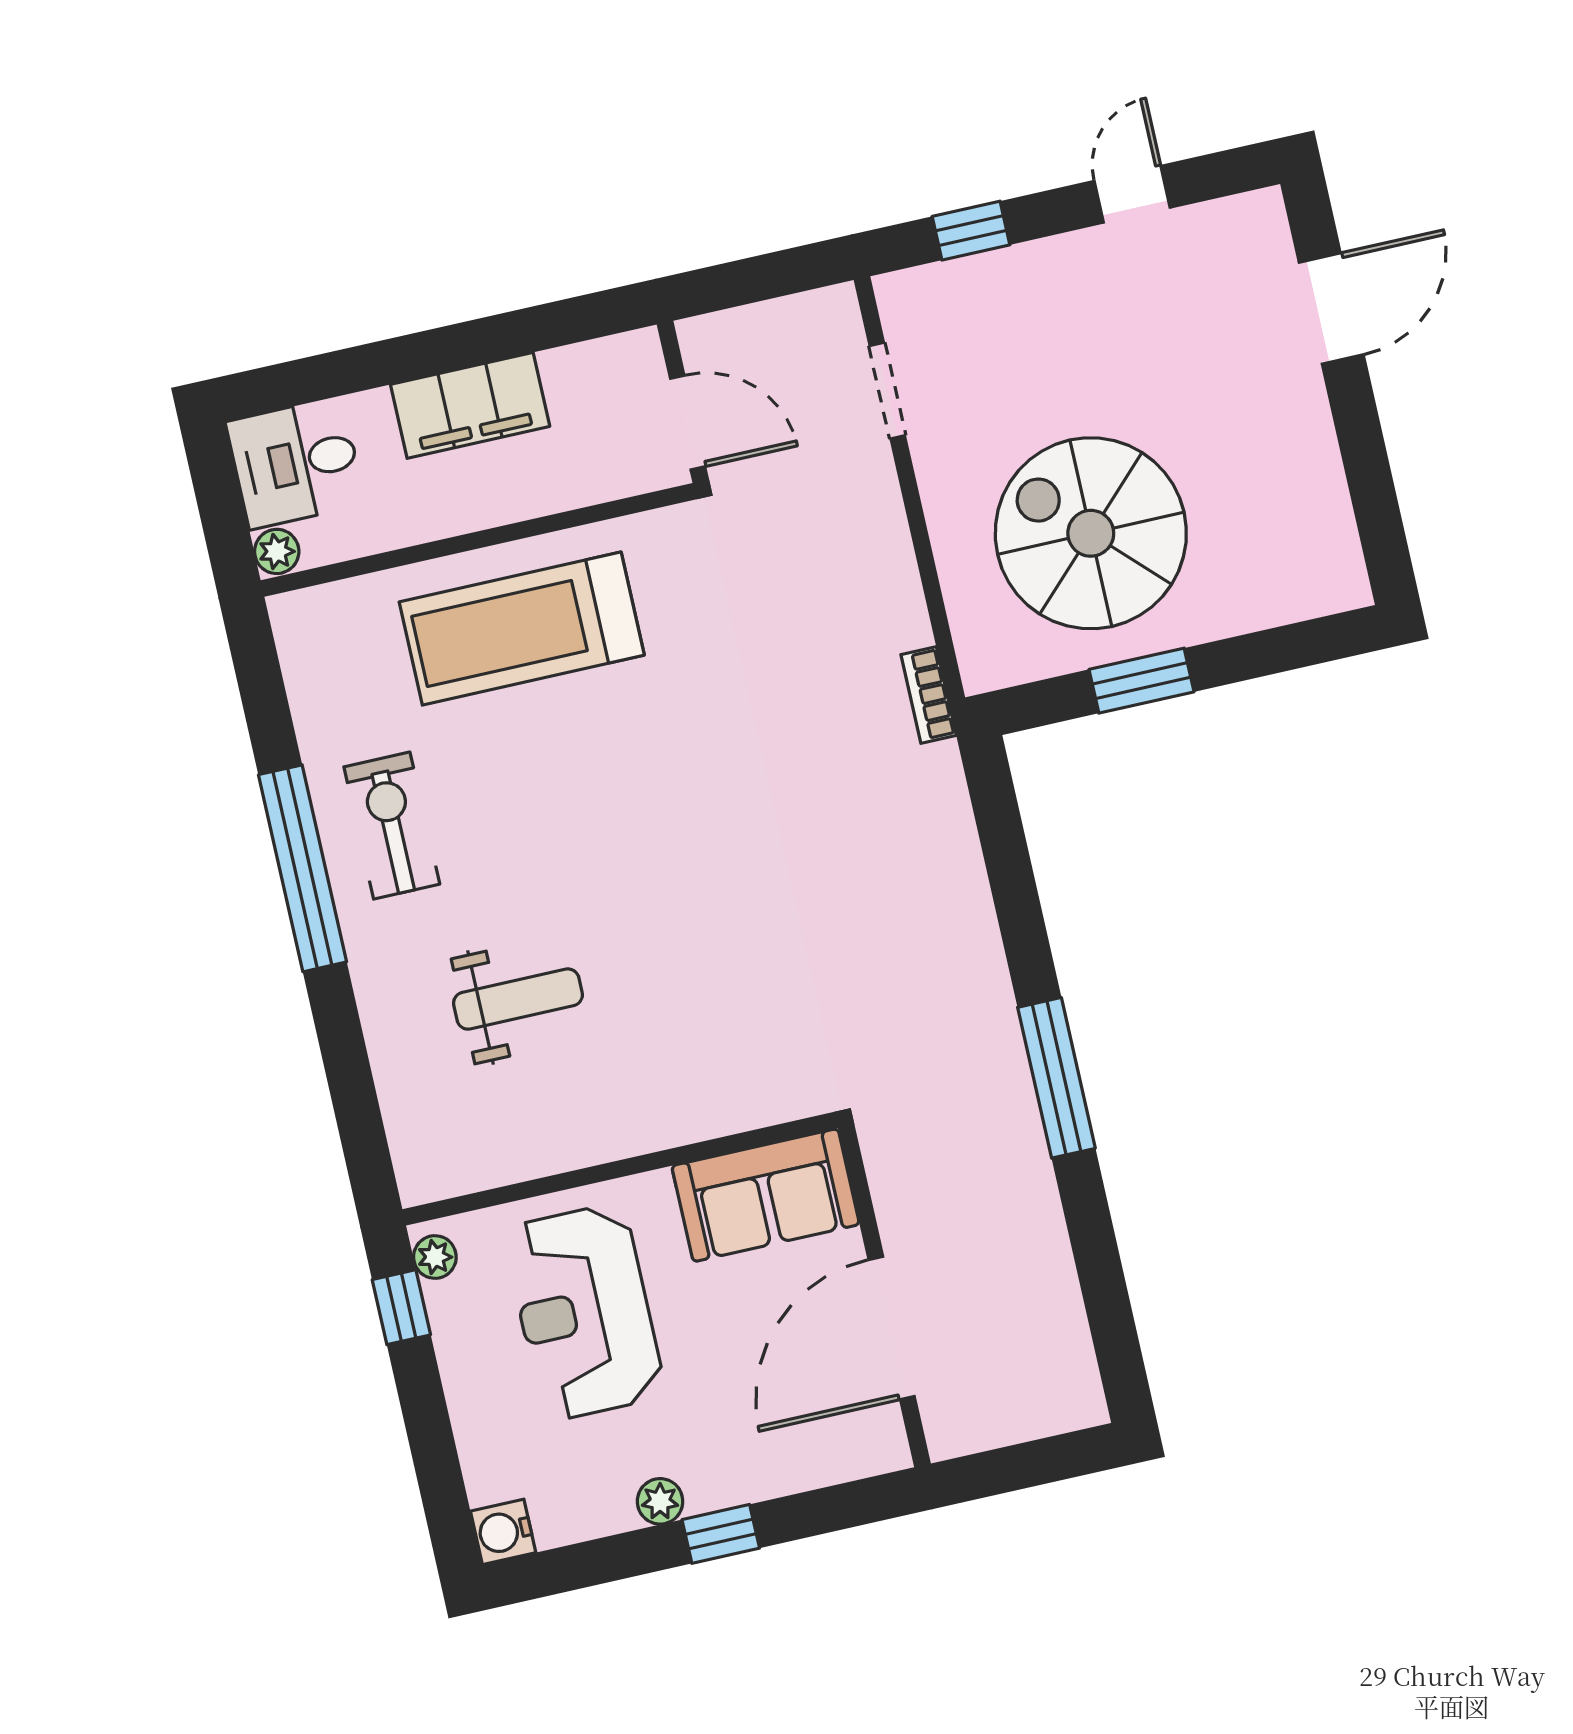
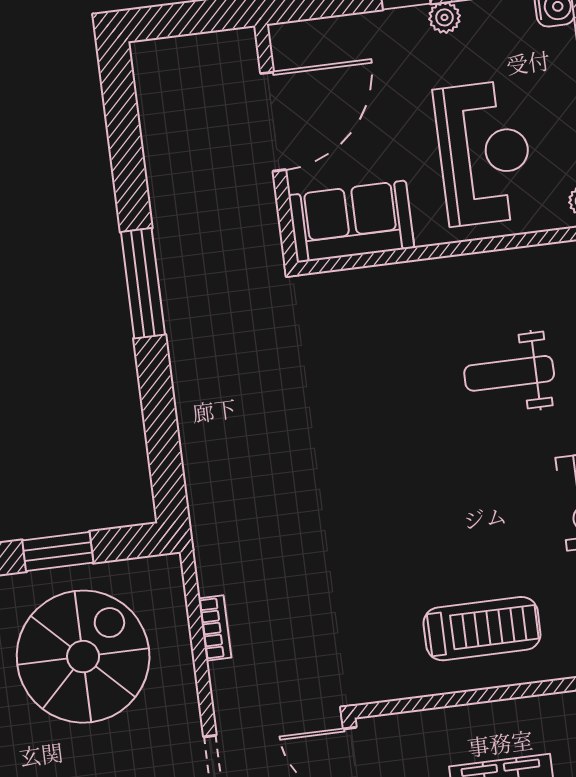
spiral stairs: (1091, 533) -> (83, 657), turned -90
treadmill: (522, 629) -> (482, 629), width x0.73, depth x0.73
bookcase: (929, 695) -> (215, 628), moved

